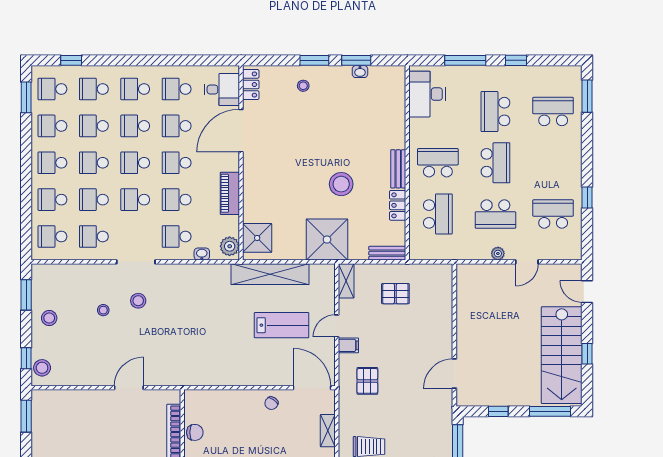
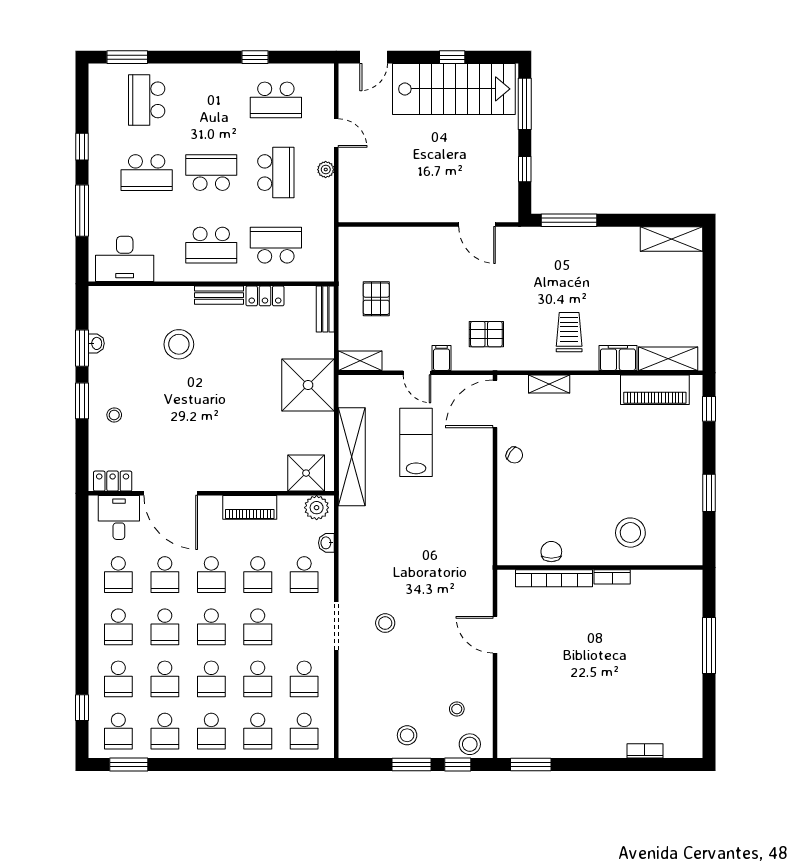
school desk: (438, 163) -> (211, 245), turned -90
stool: (341, 184) -> (179, 344), moved
school desk: (553, 214) -> (276, 100), turned -90
window: (26, 295) -> (411, 764), moved
stool: (103, 310) -> (457, 709), moved

